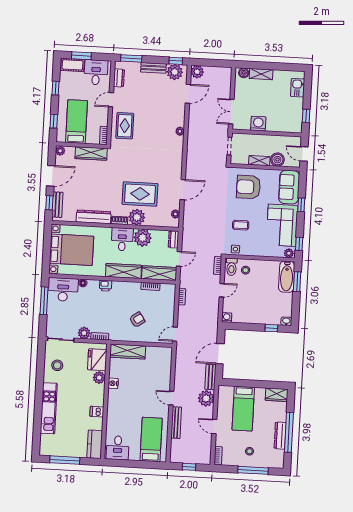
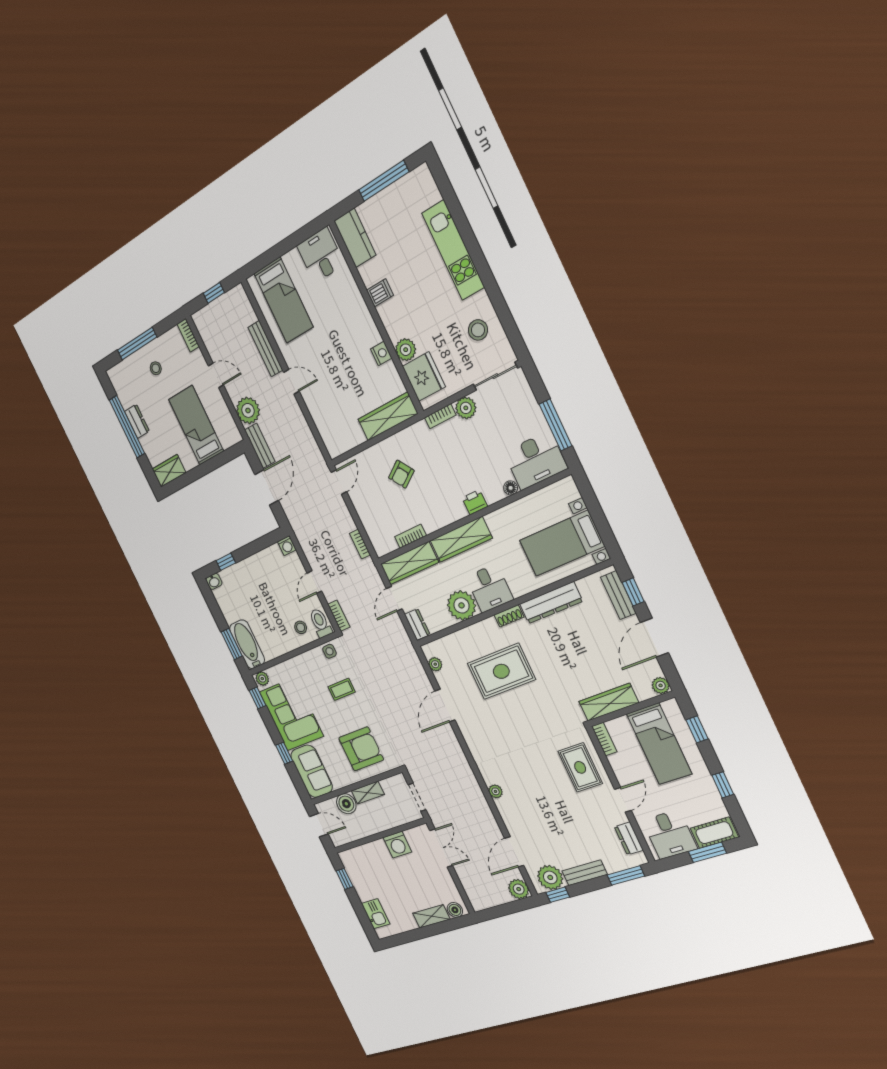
plant: (137, 217) -> (487, 633), removed
bed with nightstands: (72, 250) -> (562, 543), width x0.73
dresser: (280, 436) -> (137, 421), width x0.70

